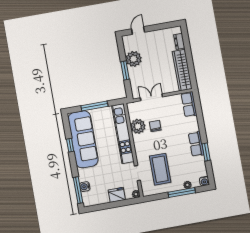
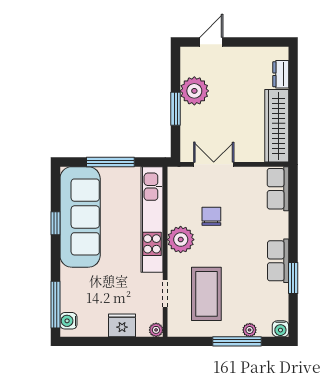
plant: (138, 126) -> (181, 240), moved
water cooler: (85, 187) -> (68, 321), moved

